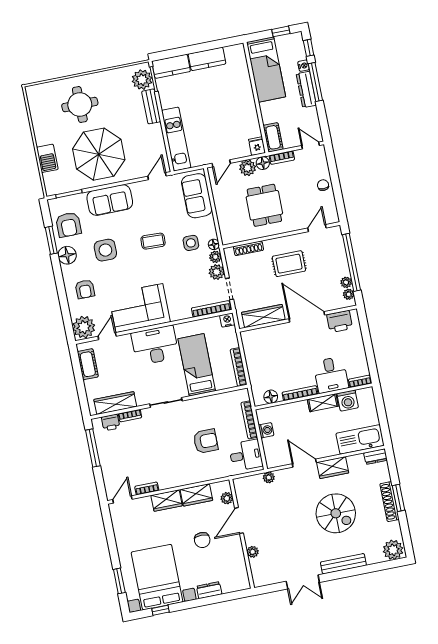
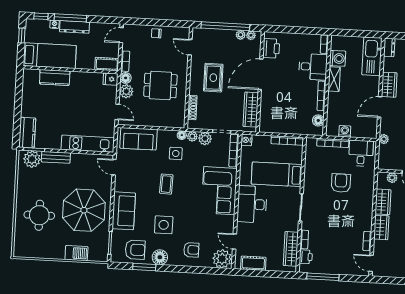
kitchen counter: (207, 59) -> (55, 77), moved, turned 90
corner sofa: (139, 308) -> (219, 191), moved

